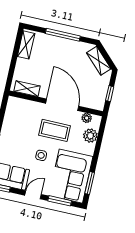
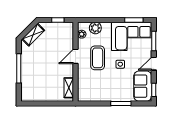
shelving: (26, 45) -> (34, 96), removed
door: (62, 105) -> (75, 56), width x0.53
door: (33, 195) -> (154, 64), hinge flipped

